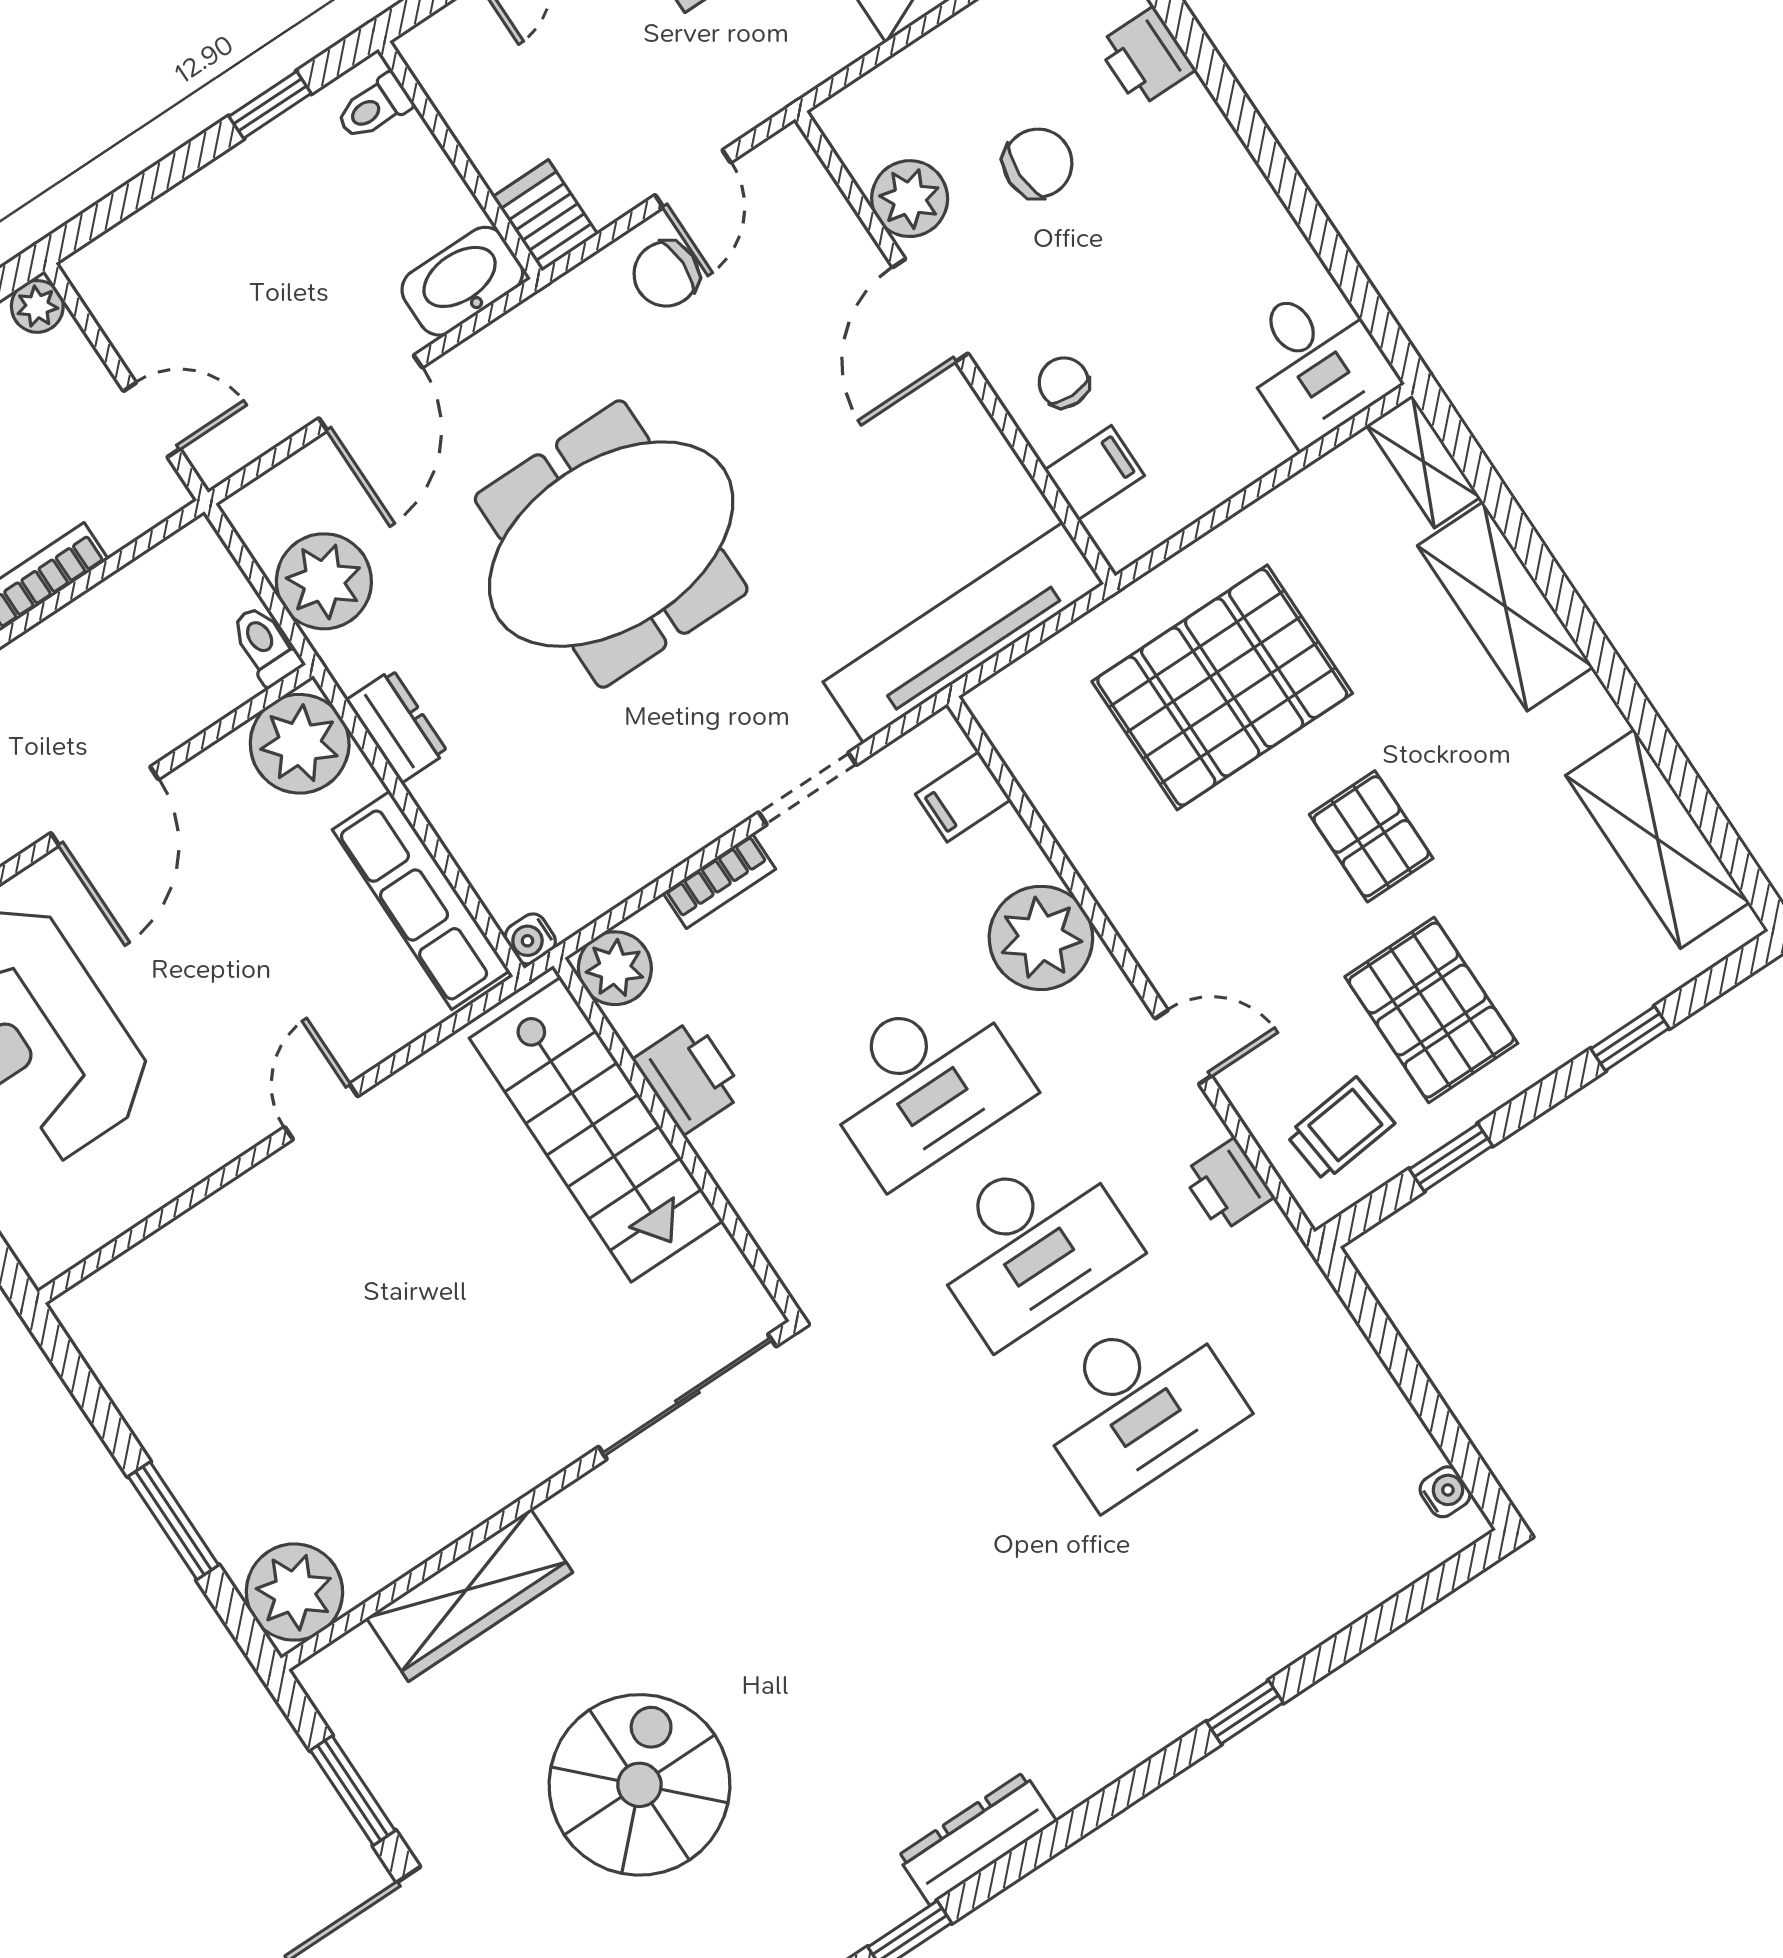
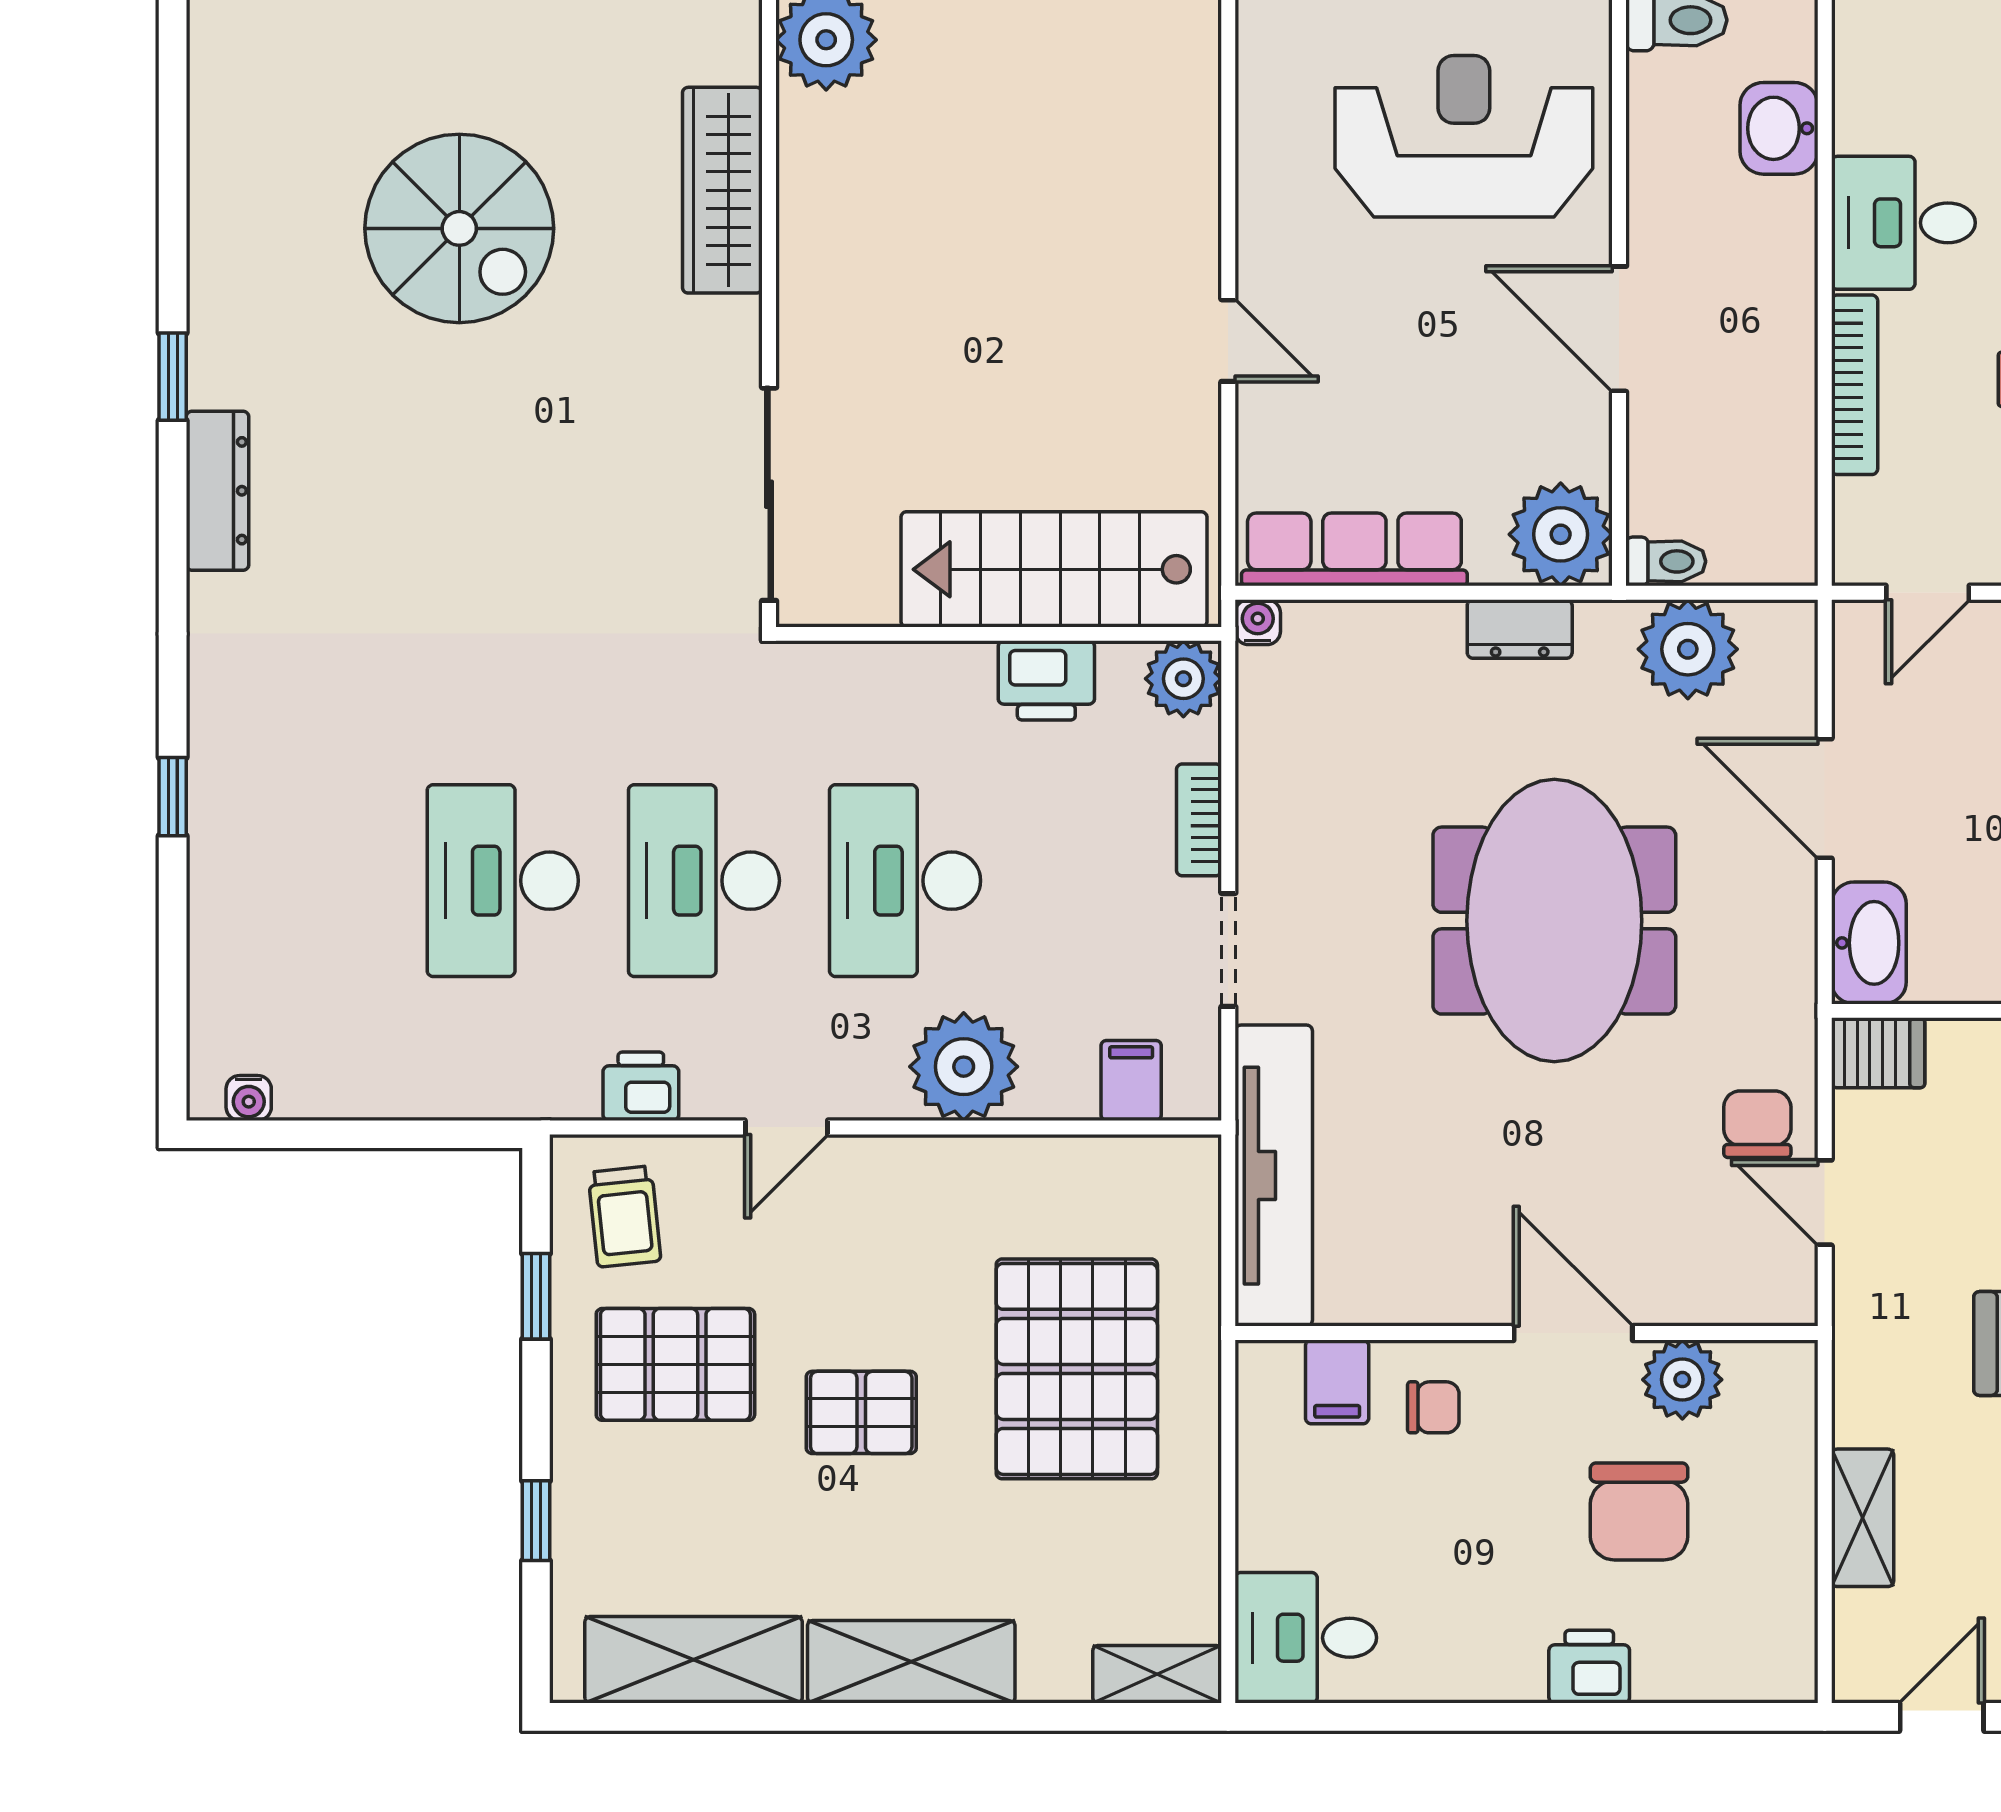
printer: (1146, 57) -> (1589, 1667), moved
chair: (1038, 163) -> (1639, 1511), width x1.37, depth x1.37
shelving: (1505, 606) -> (911, 1662), moved

